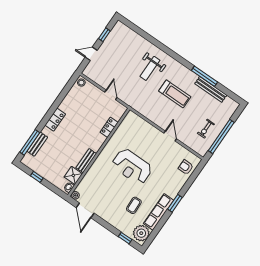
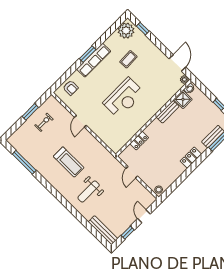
door: (91, 54) -> (144, 216), swing flipped
weight bench: (150, 68) -> (89, 191), turned 180
window: (204, 76) -> (24, 162), moved
bench: (211, 89) -> (103, 230), moved
treadmill: (175, 94) -> (69, 162), turned 180
window: (221, 137) -> (30, 112), width x0.47
reception desk: (132, 167) -> (124, 98), turned 90
row of seats: (159, 212) -> (94, 60), moved

